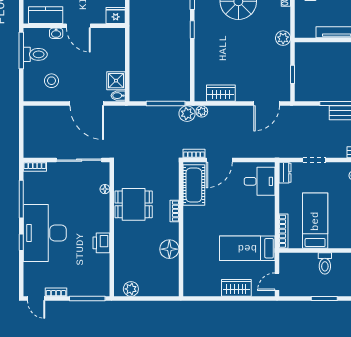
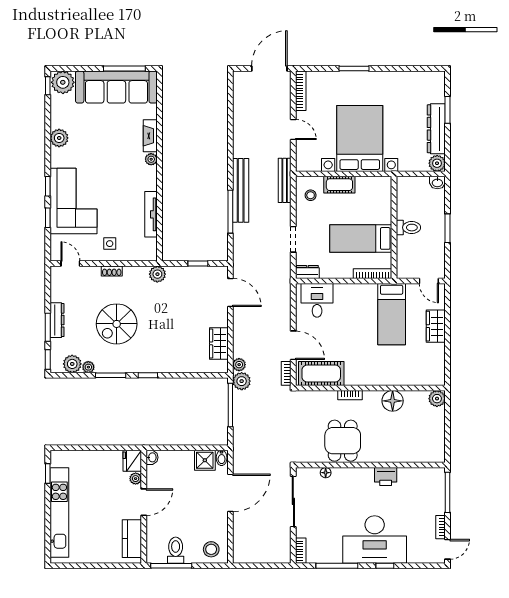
plant: (100, 18) -> (136, 479), added
washbasin: (56, 33) -> (152, 457), moved
stool: (51, 81) -> (211, 549), moved
plant: (131, 289) -> (437, 399), moved

